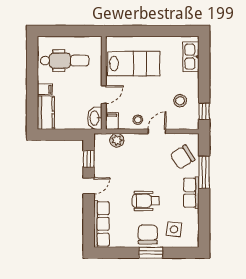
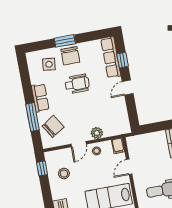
washbasin: (95, 118) -> (133, 146), removed
plant: (117, 140) -> (97, 133), moved
window: (89, 159) -> (123, 60), moved

